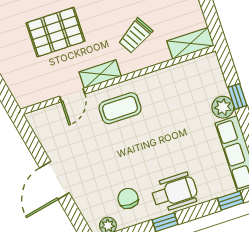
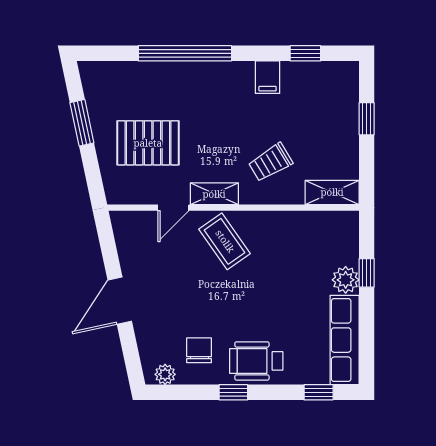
pallet: (56, 32) -> (148, 143), moved
coffee table: (120, 108) -> (225, 241), turned 55
wheelchair: (175, 192) -> (256, 361), turned 180

